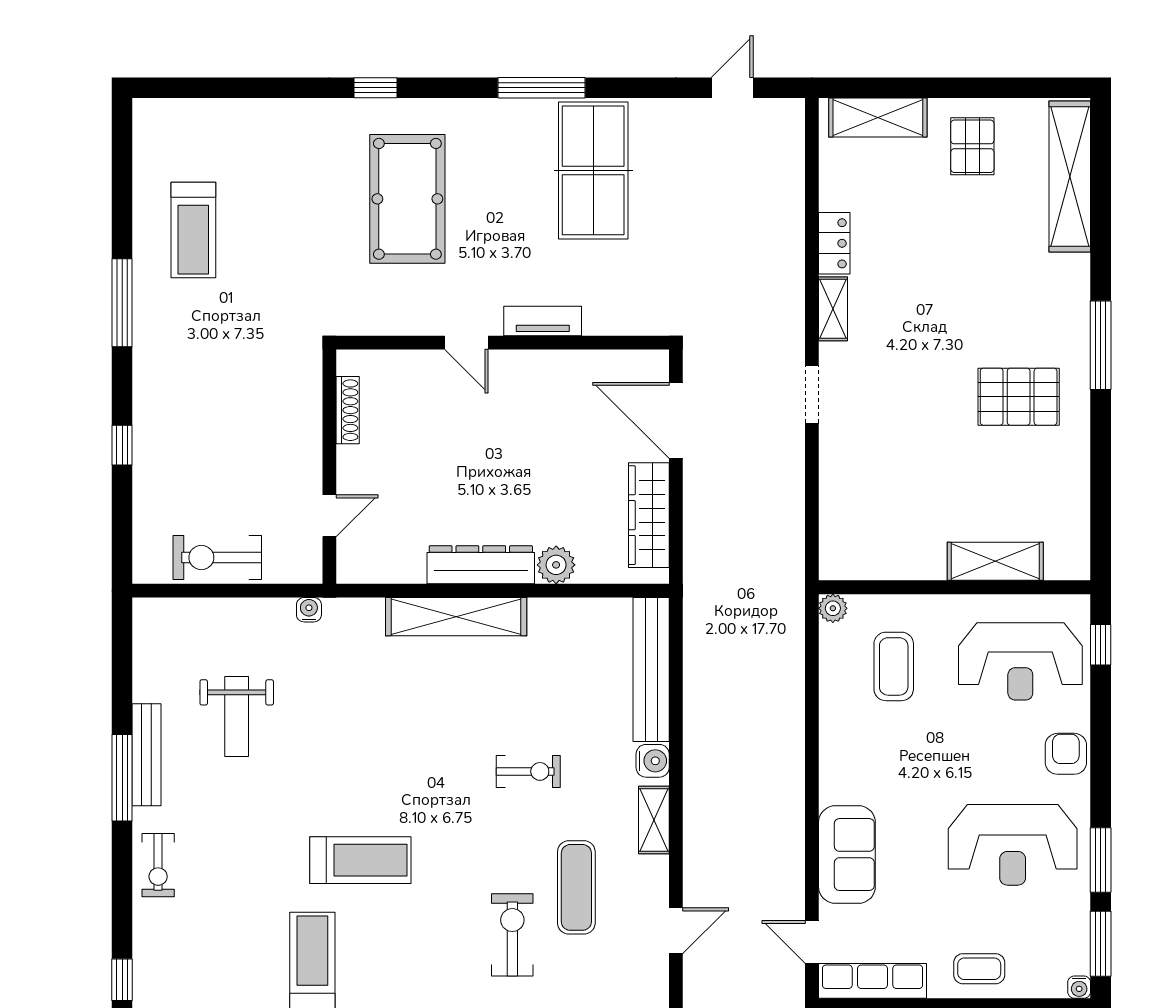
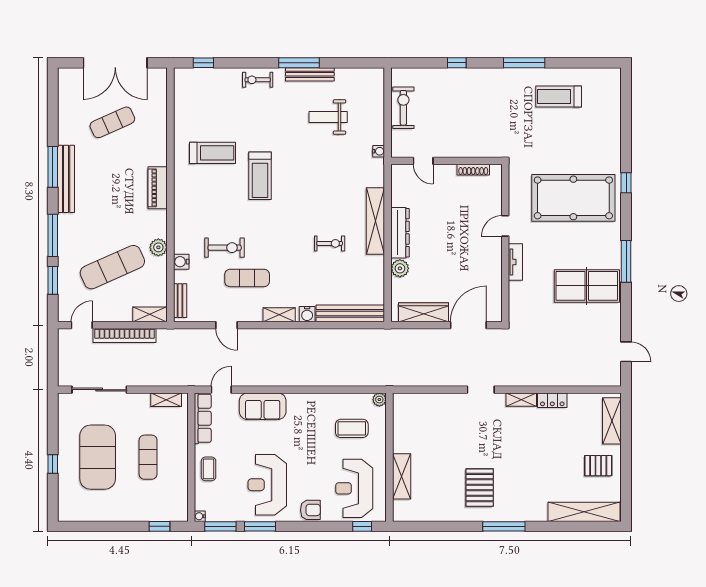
pool table: (407, 199) -> (573, 198), width x1.36, depth x1.32
exercise bike: (528, 771) -> (330, 243), moved, turned -90

